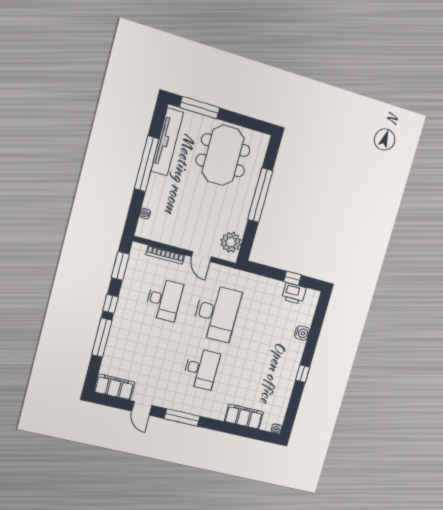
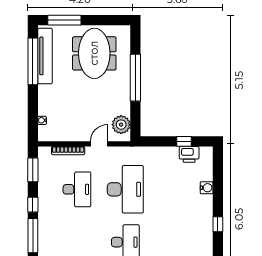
window: (147, 164) -> (33, 61), moved
door: (201, 257) -> (99, 144), swing flipped

